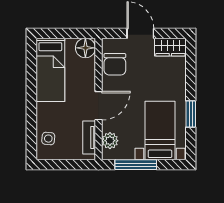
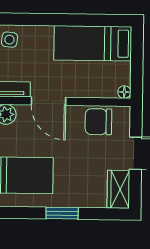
floor lamp: (85, 48) -> (124, 92), width x0.53, depth x0.53
window: (191, 114) -> (62, 213), moved

